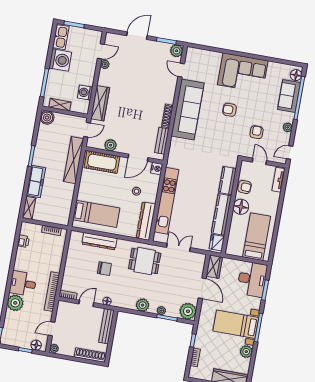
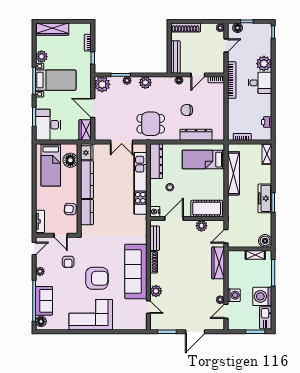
plant: (177, 51) -> (156, 291), moved
washing machine: (85, 93) -> (234, 295), moved
armchair: (230, 110) -> (97, 278), width x1.88, depth x1.88
shelving: (74, 160) -> (233, 173), moved
freezer: (36, 181) -> (265, 198), moved
floor lamp: (241, 207) -> (70, 160), moved

